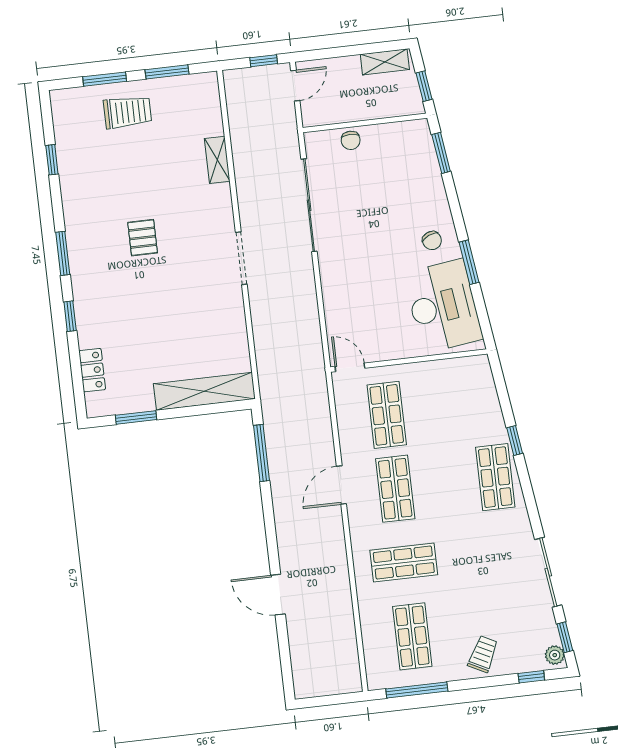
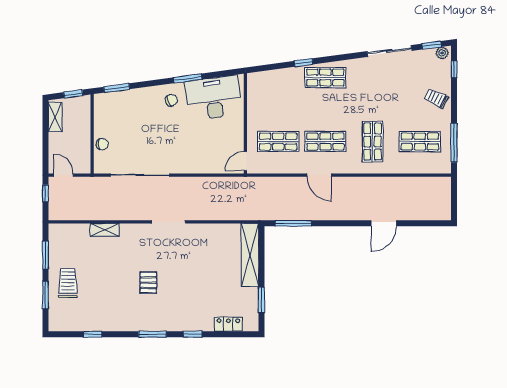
pallet: (143, 238) -> (148, 283), turned 90

